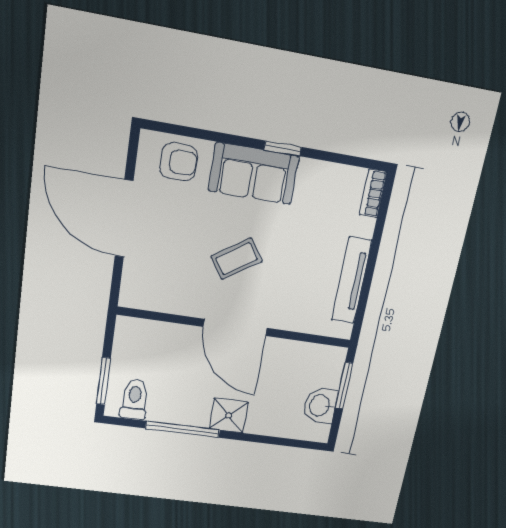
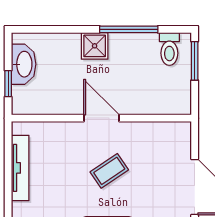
door: (235, 327) -> (101, 118), width x0.73
window: (344, 386) -> (8, 84), width x0.67
washbasin: (320, 406) -> (24, 64), width x1.38

